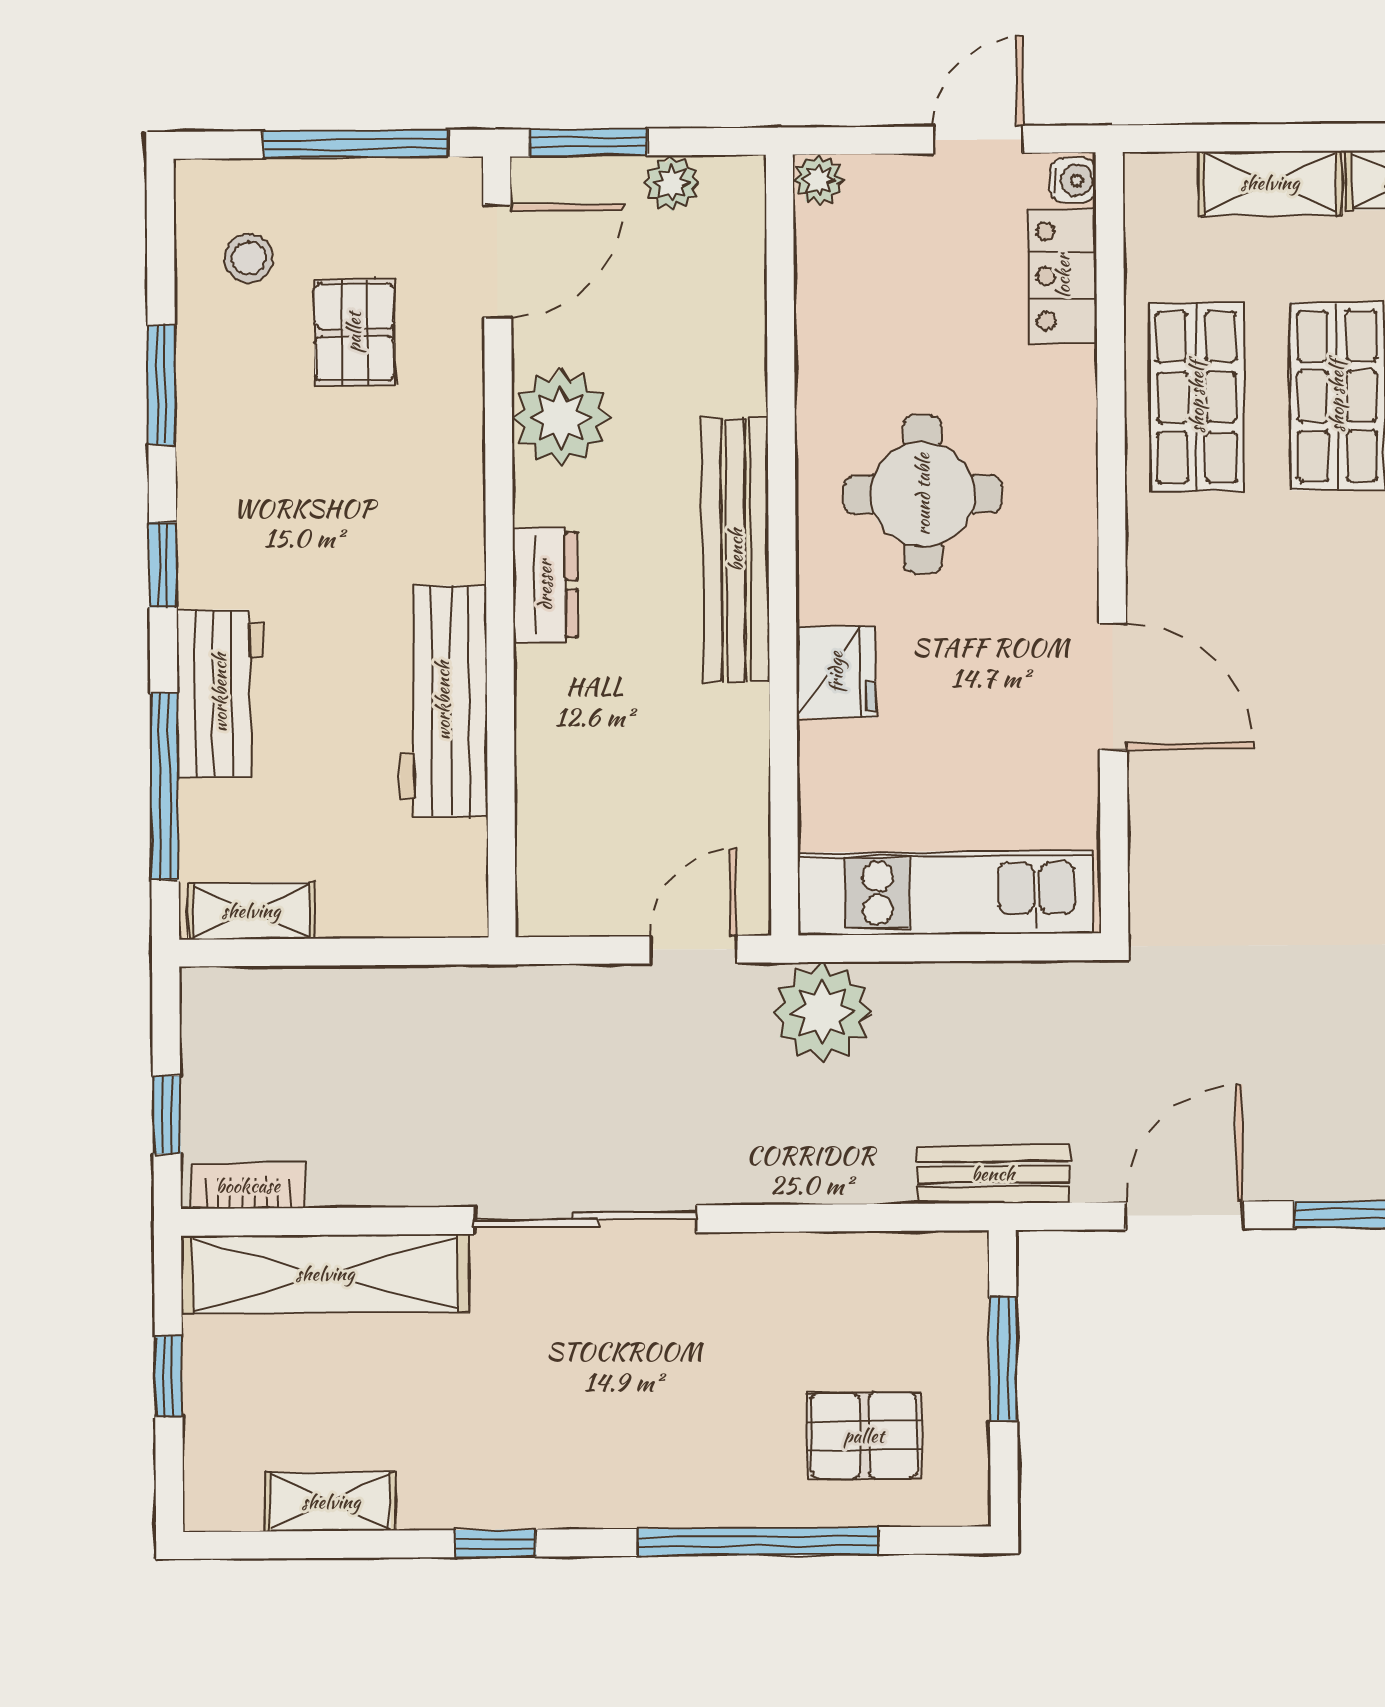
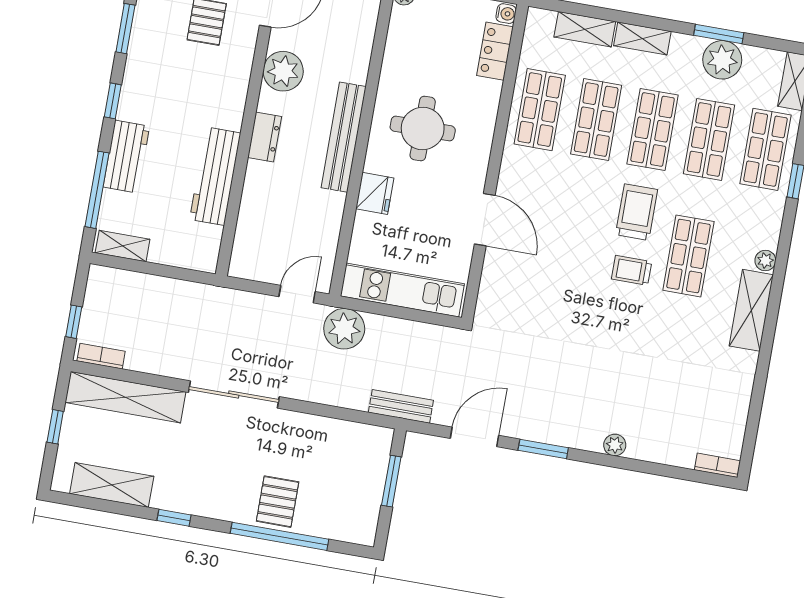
pallet: (864, 1436) -> (278, 502), moved, turned 90
shelving: (331, 1502) -> (112, 485), width x1.50, depth x1.33

